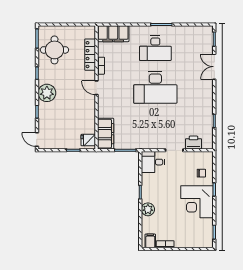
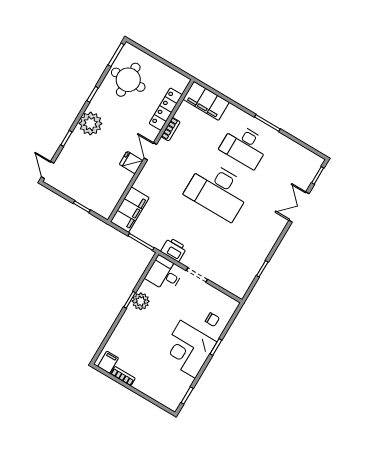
fridge: (88, 140) -> (131, 163), moved
printer: (193, 143) -> (174, 249), moved
plant: (148, 209) -> (141, 301), moved

